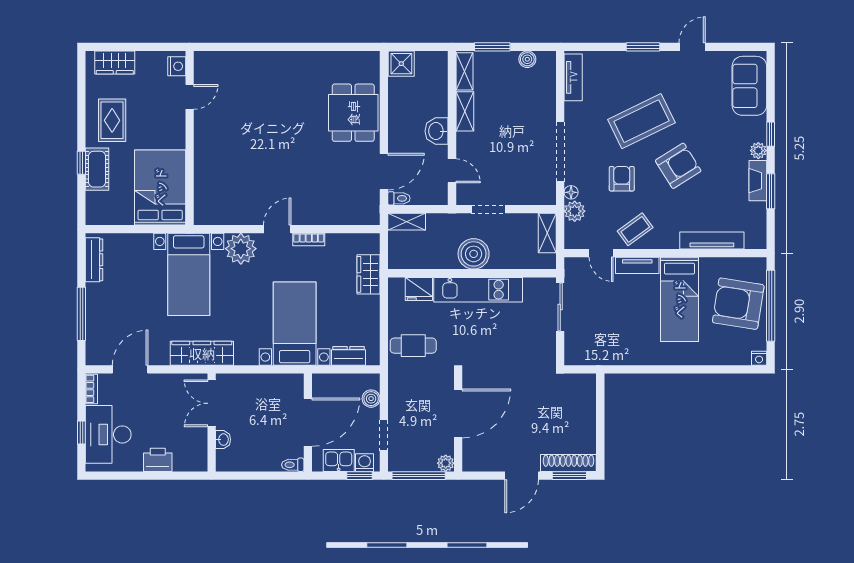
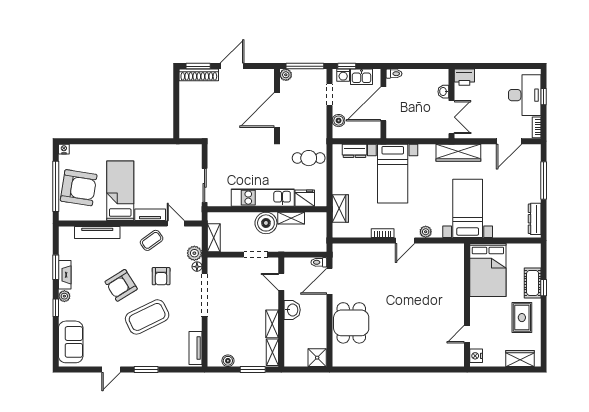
shelving: (407, 222) -> (291, 218), moved
plant: (241, 249) -> (426, 232), width x0.53, depth x0.53
printer: (158, 460) -> (464, 77), moved

